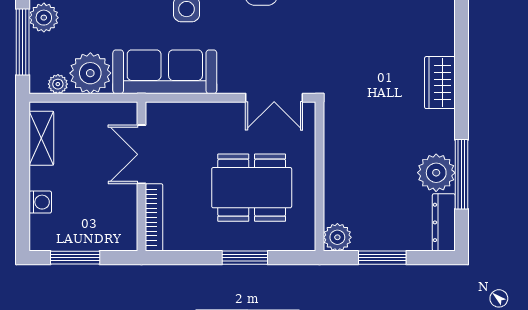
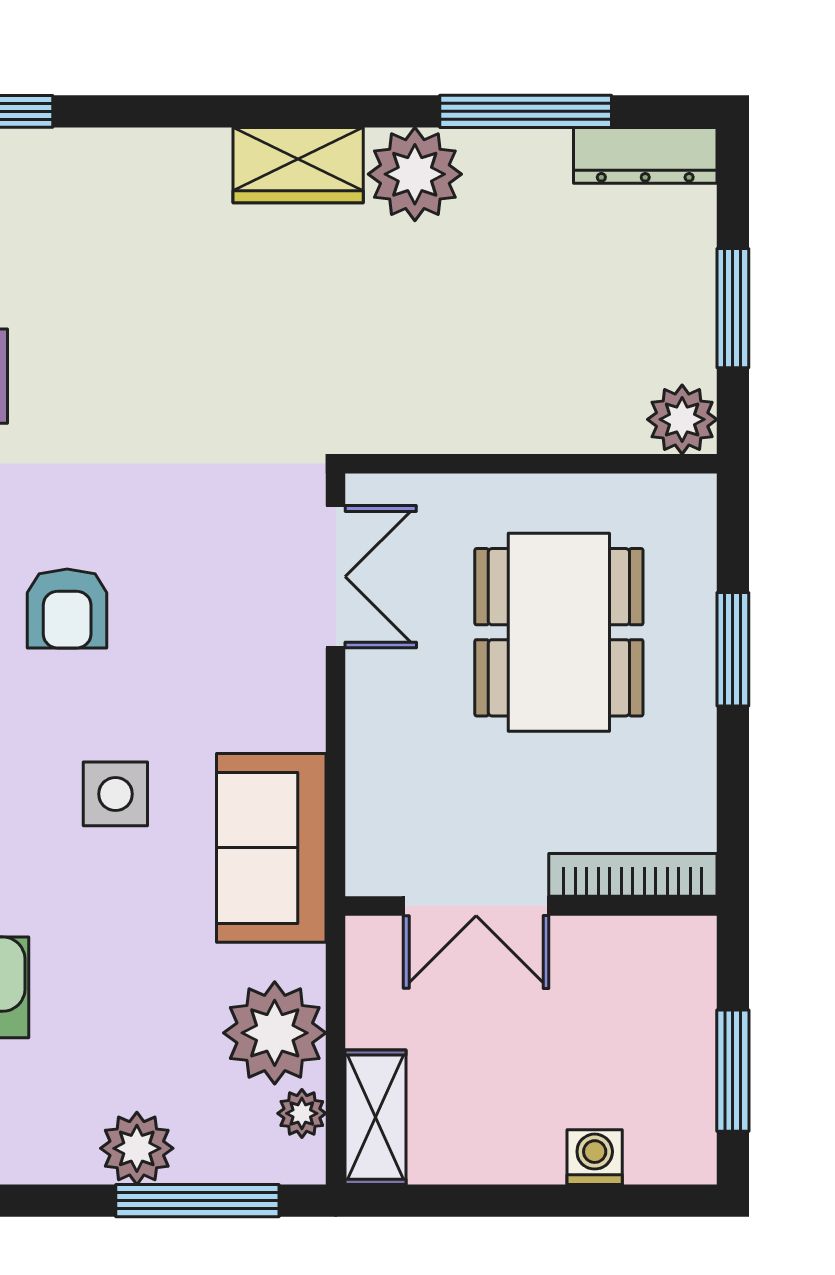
sofa: (165, 72) -> (271, 848), width x0.73
shelving: (41, 138) -> (375, 1117), moved, turned 90
plant: (436, 173) -> (415, 174), moved

